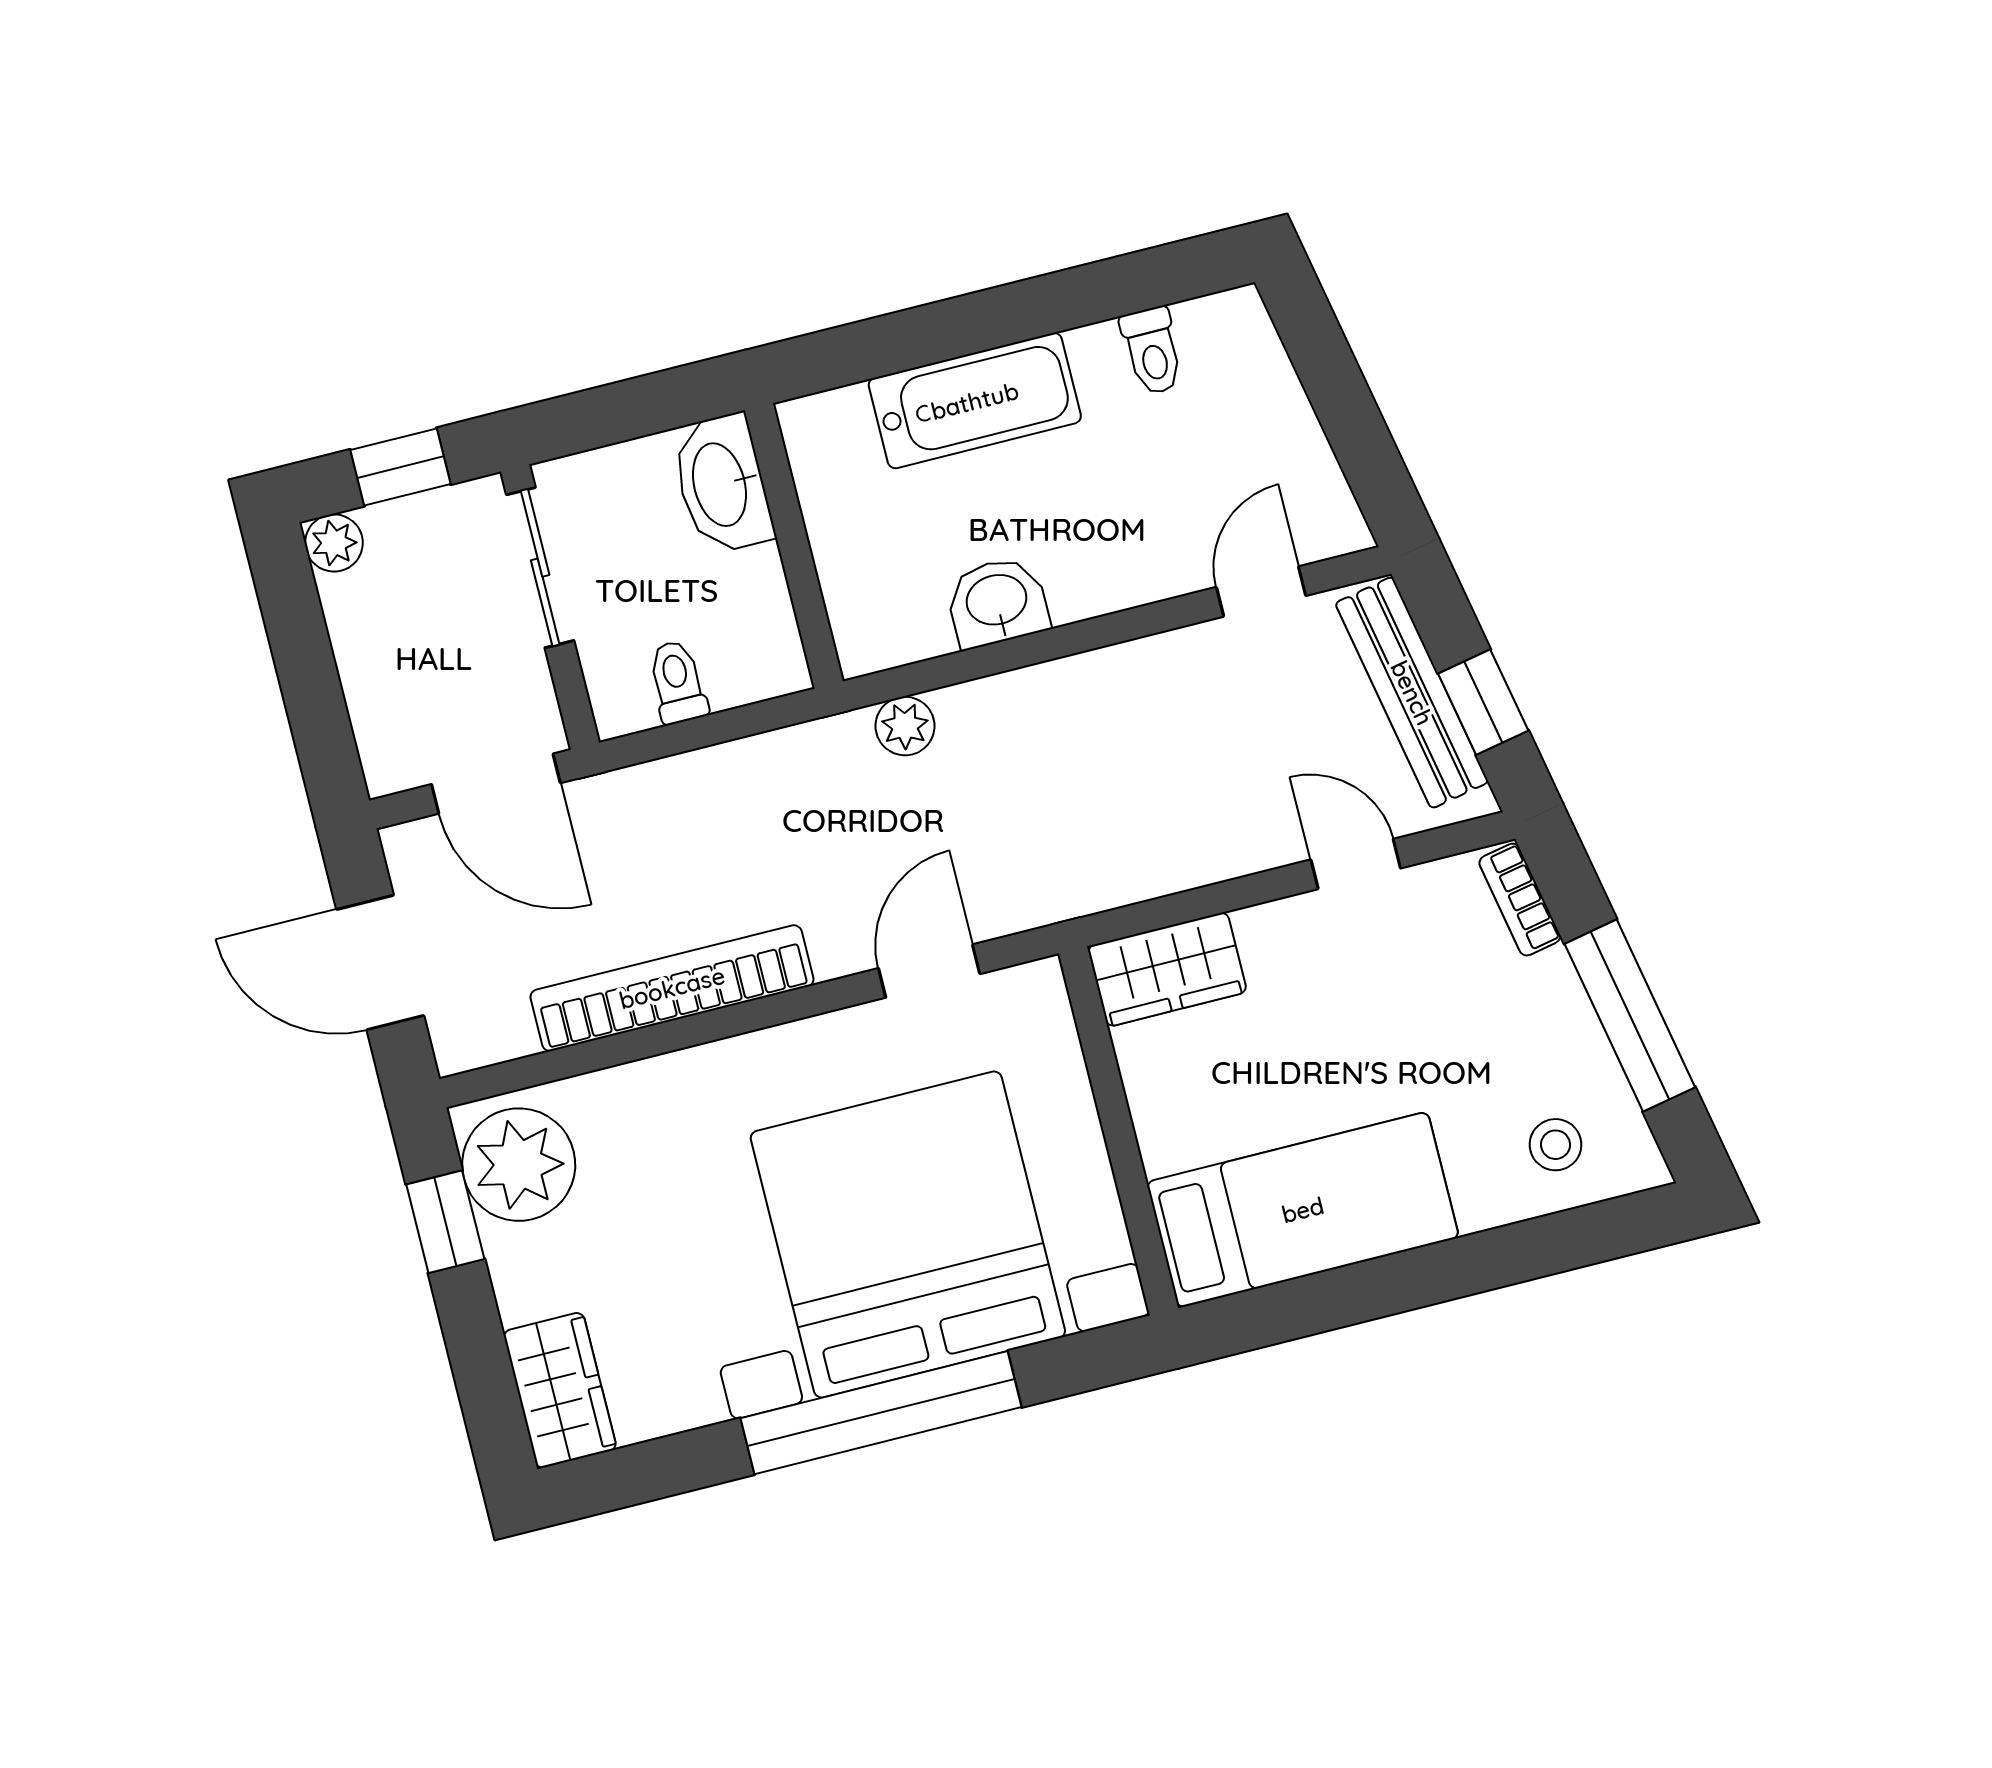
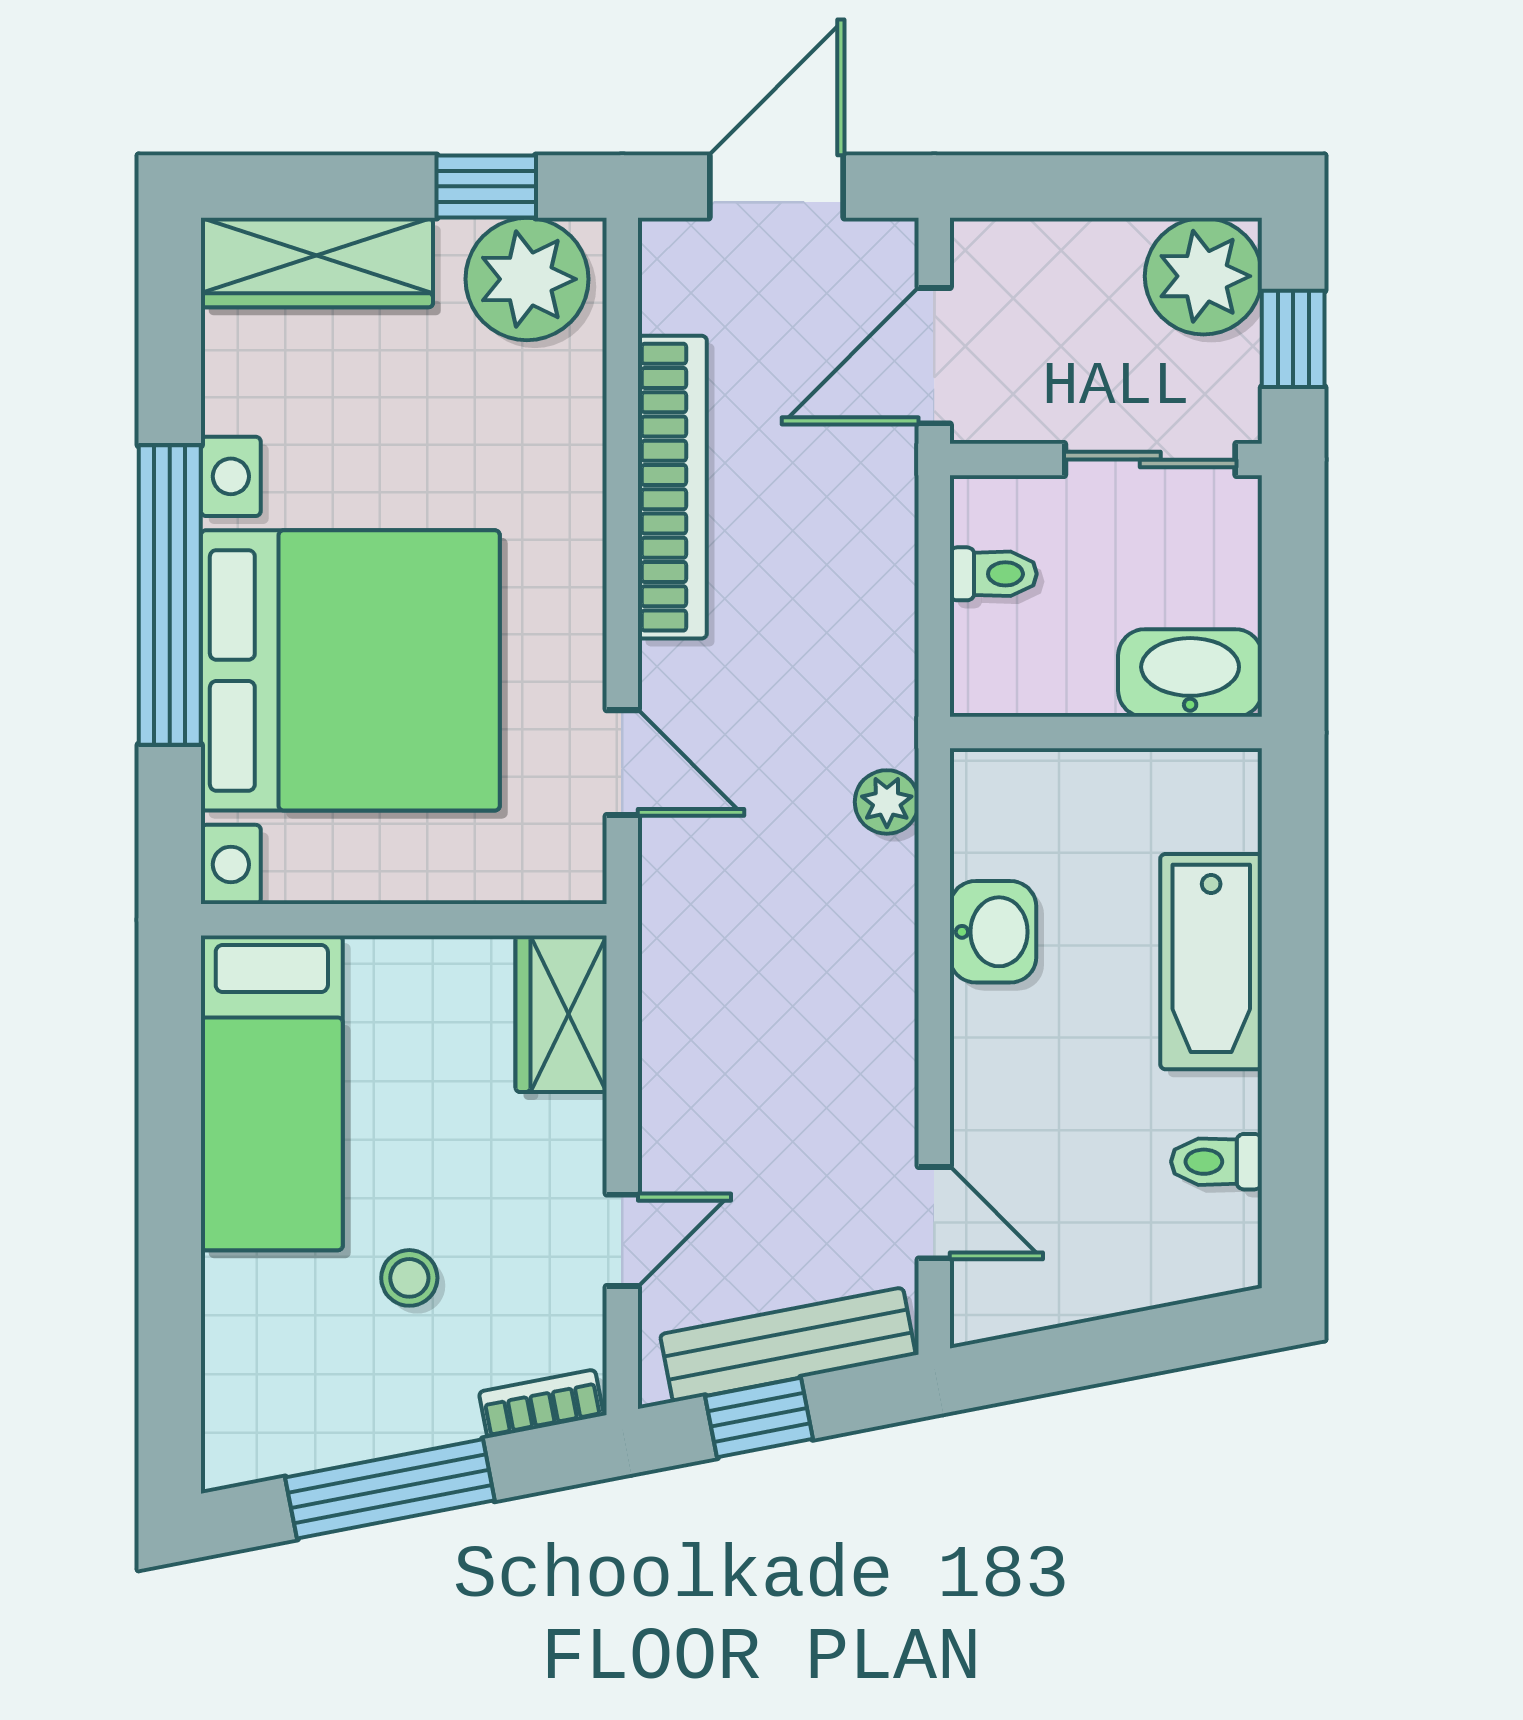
plant: (334, 543) -> (1203, 276), width x1.87, depth x1.87
stool: (1556, 1145) -> (409, 1278), moved
wardrobe: (560, 1390) -> (317, 263), width x1.50

